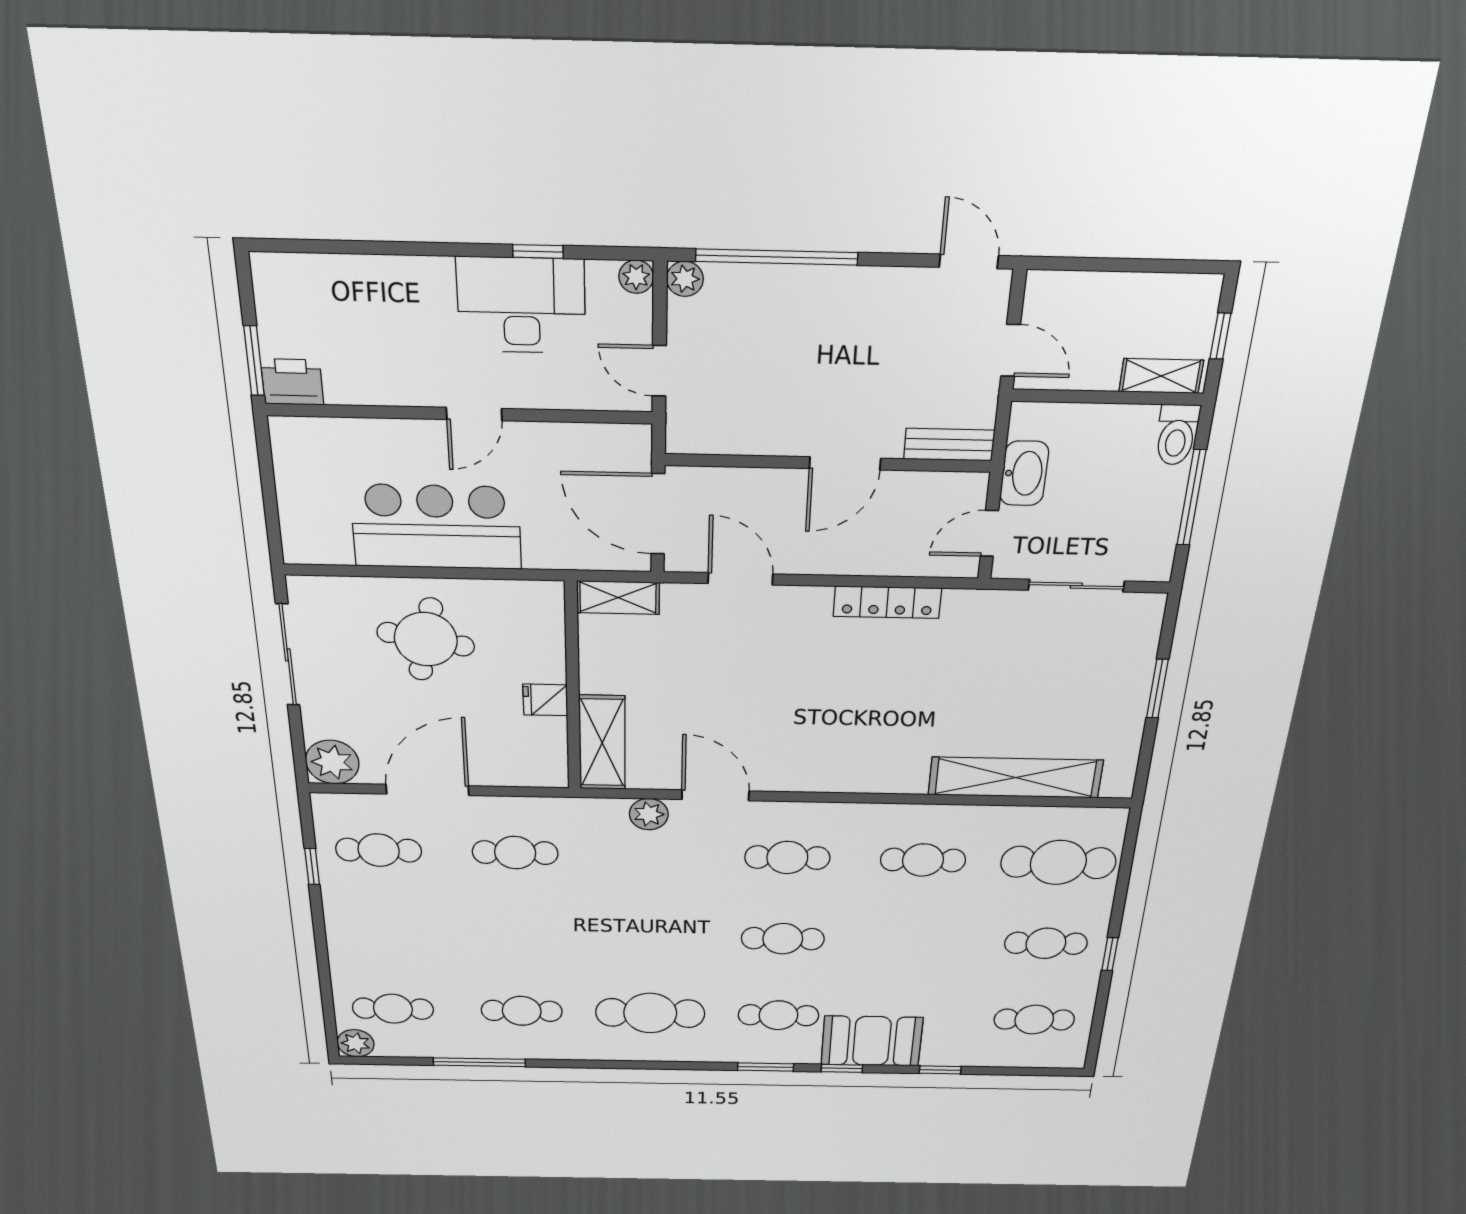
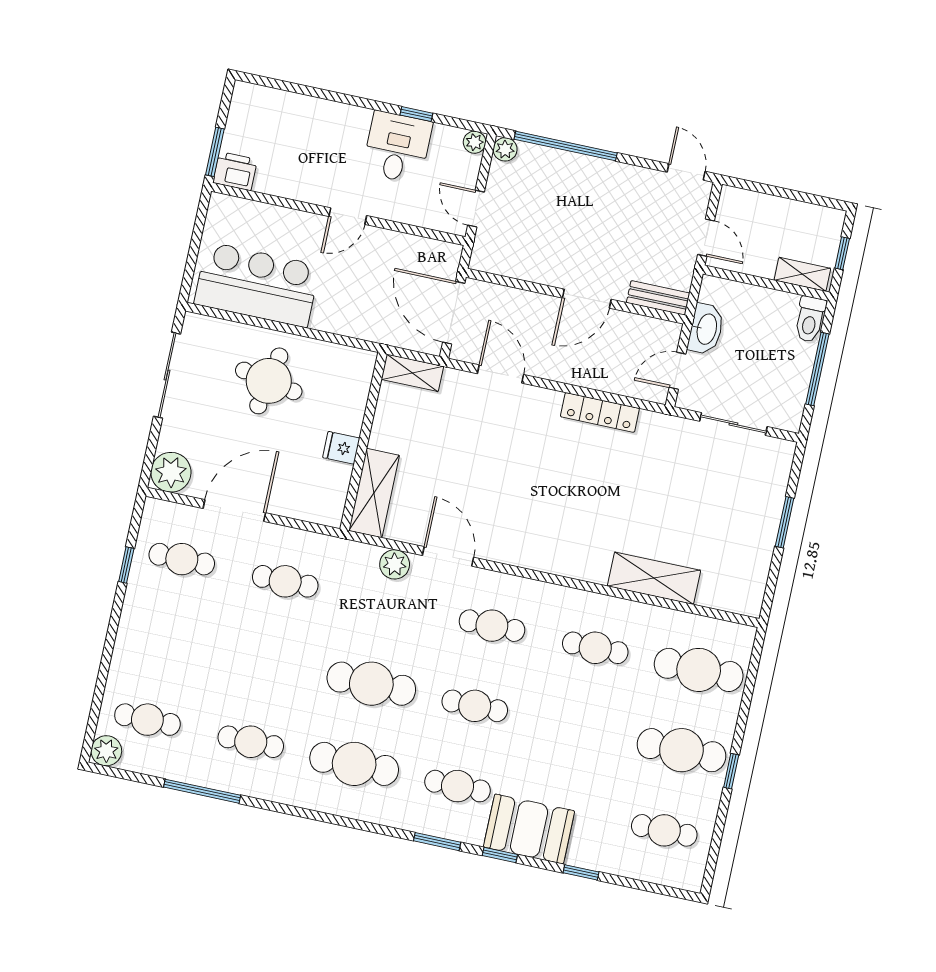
desk: (521, 305) -> (397, 147), width x0.73
bar counter: (436, 527) -> (257, 285), moved
shelving: (1015, 778) -> (654, 578), width x0.68
cafe table: (651, 936) -> (371, 684), added
cafe table: (1046, 943) -> (681, 750), width x1.37, depth x1.35

